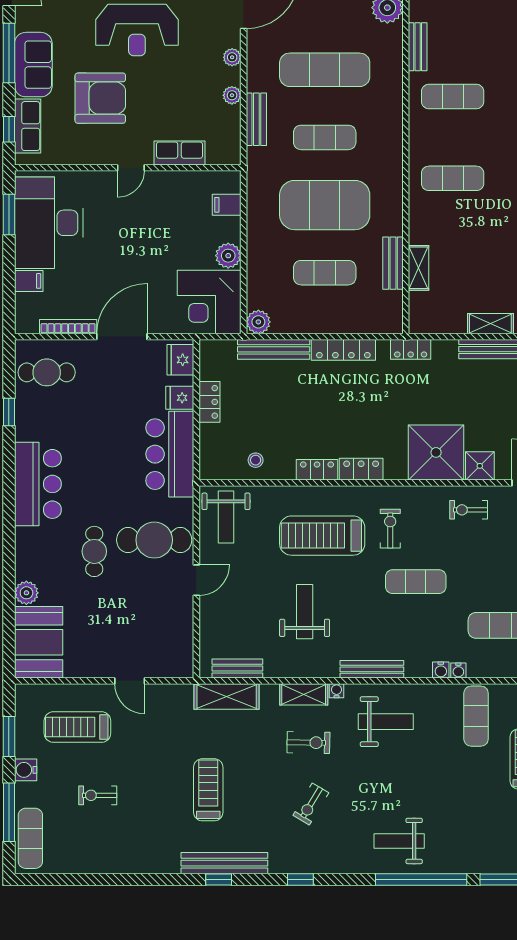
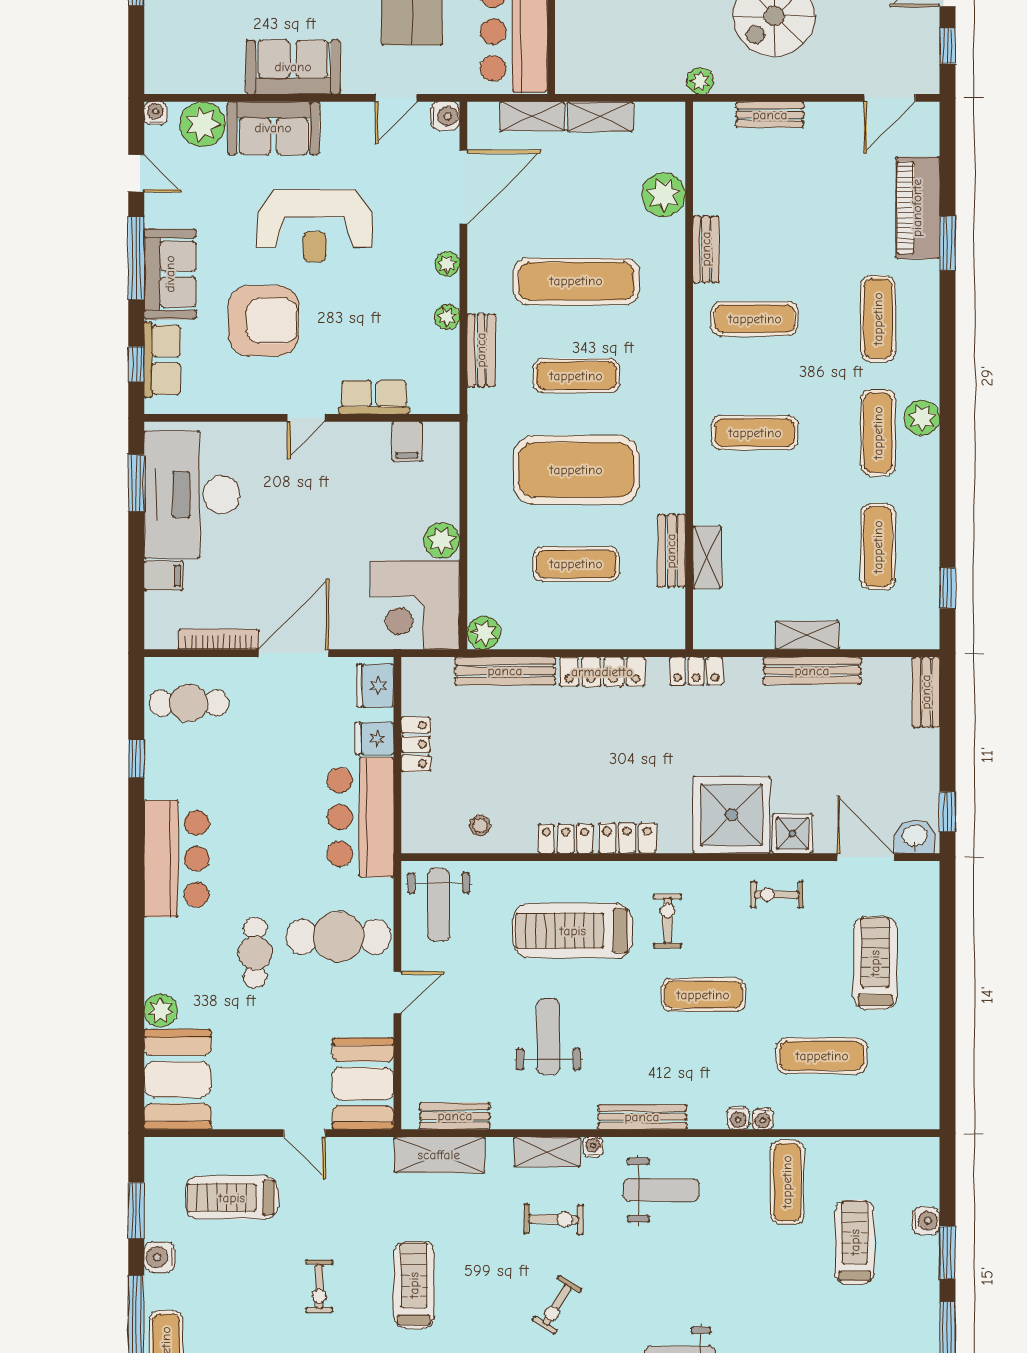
filing cabinet: (227, 205) -> (407, 442), moved, turned -90
booth: (172, 645) -> (363, 1084), added
exercise bike: (98, 795) -> (319, 1286), moved, turned -90

